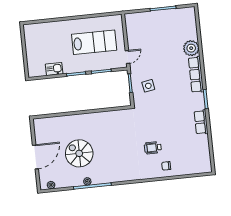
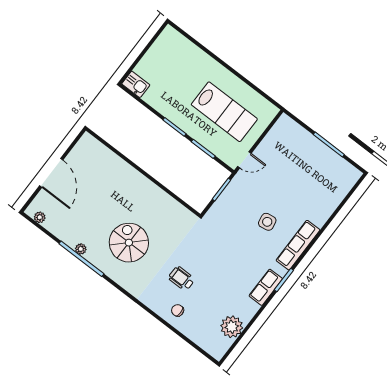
plant: (191, 48) -> (232, 327), moved
kitchen sink: (54, 69) -> (136, 84), moved
side table: (148, 86) -> (267, 222), moved
row of seats: (201, 122) -> (266, 287), moved
spiral stairs: (79, 153) -> (129, 243), moved
door: (35, 157) -> (51, 173), hinge flipped

